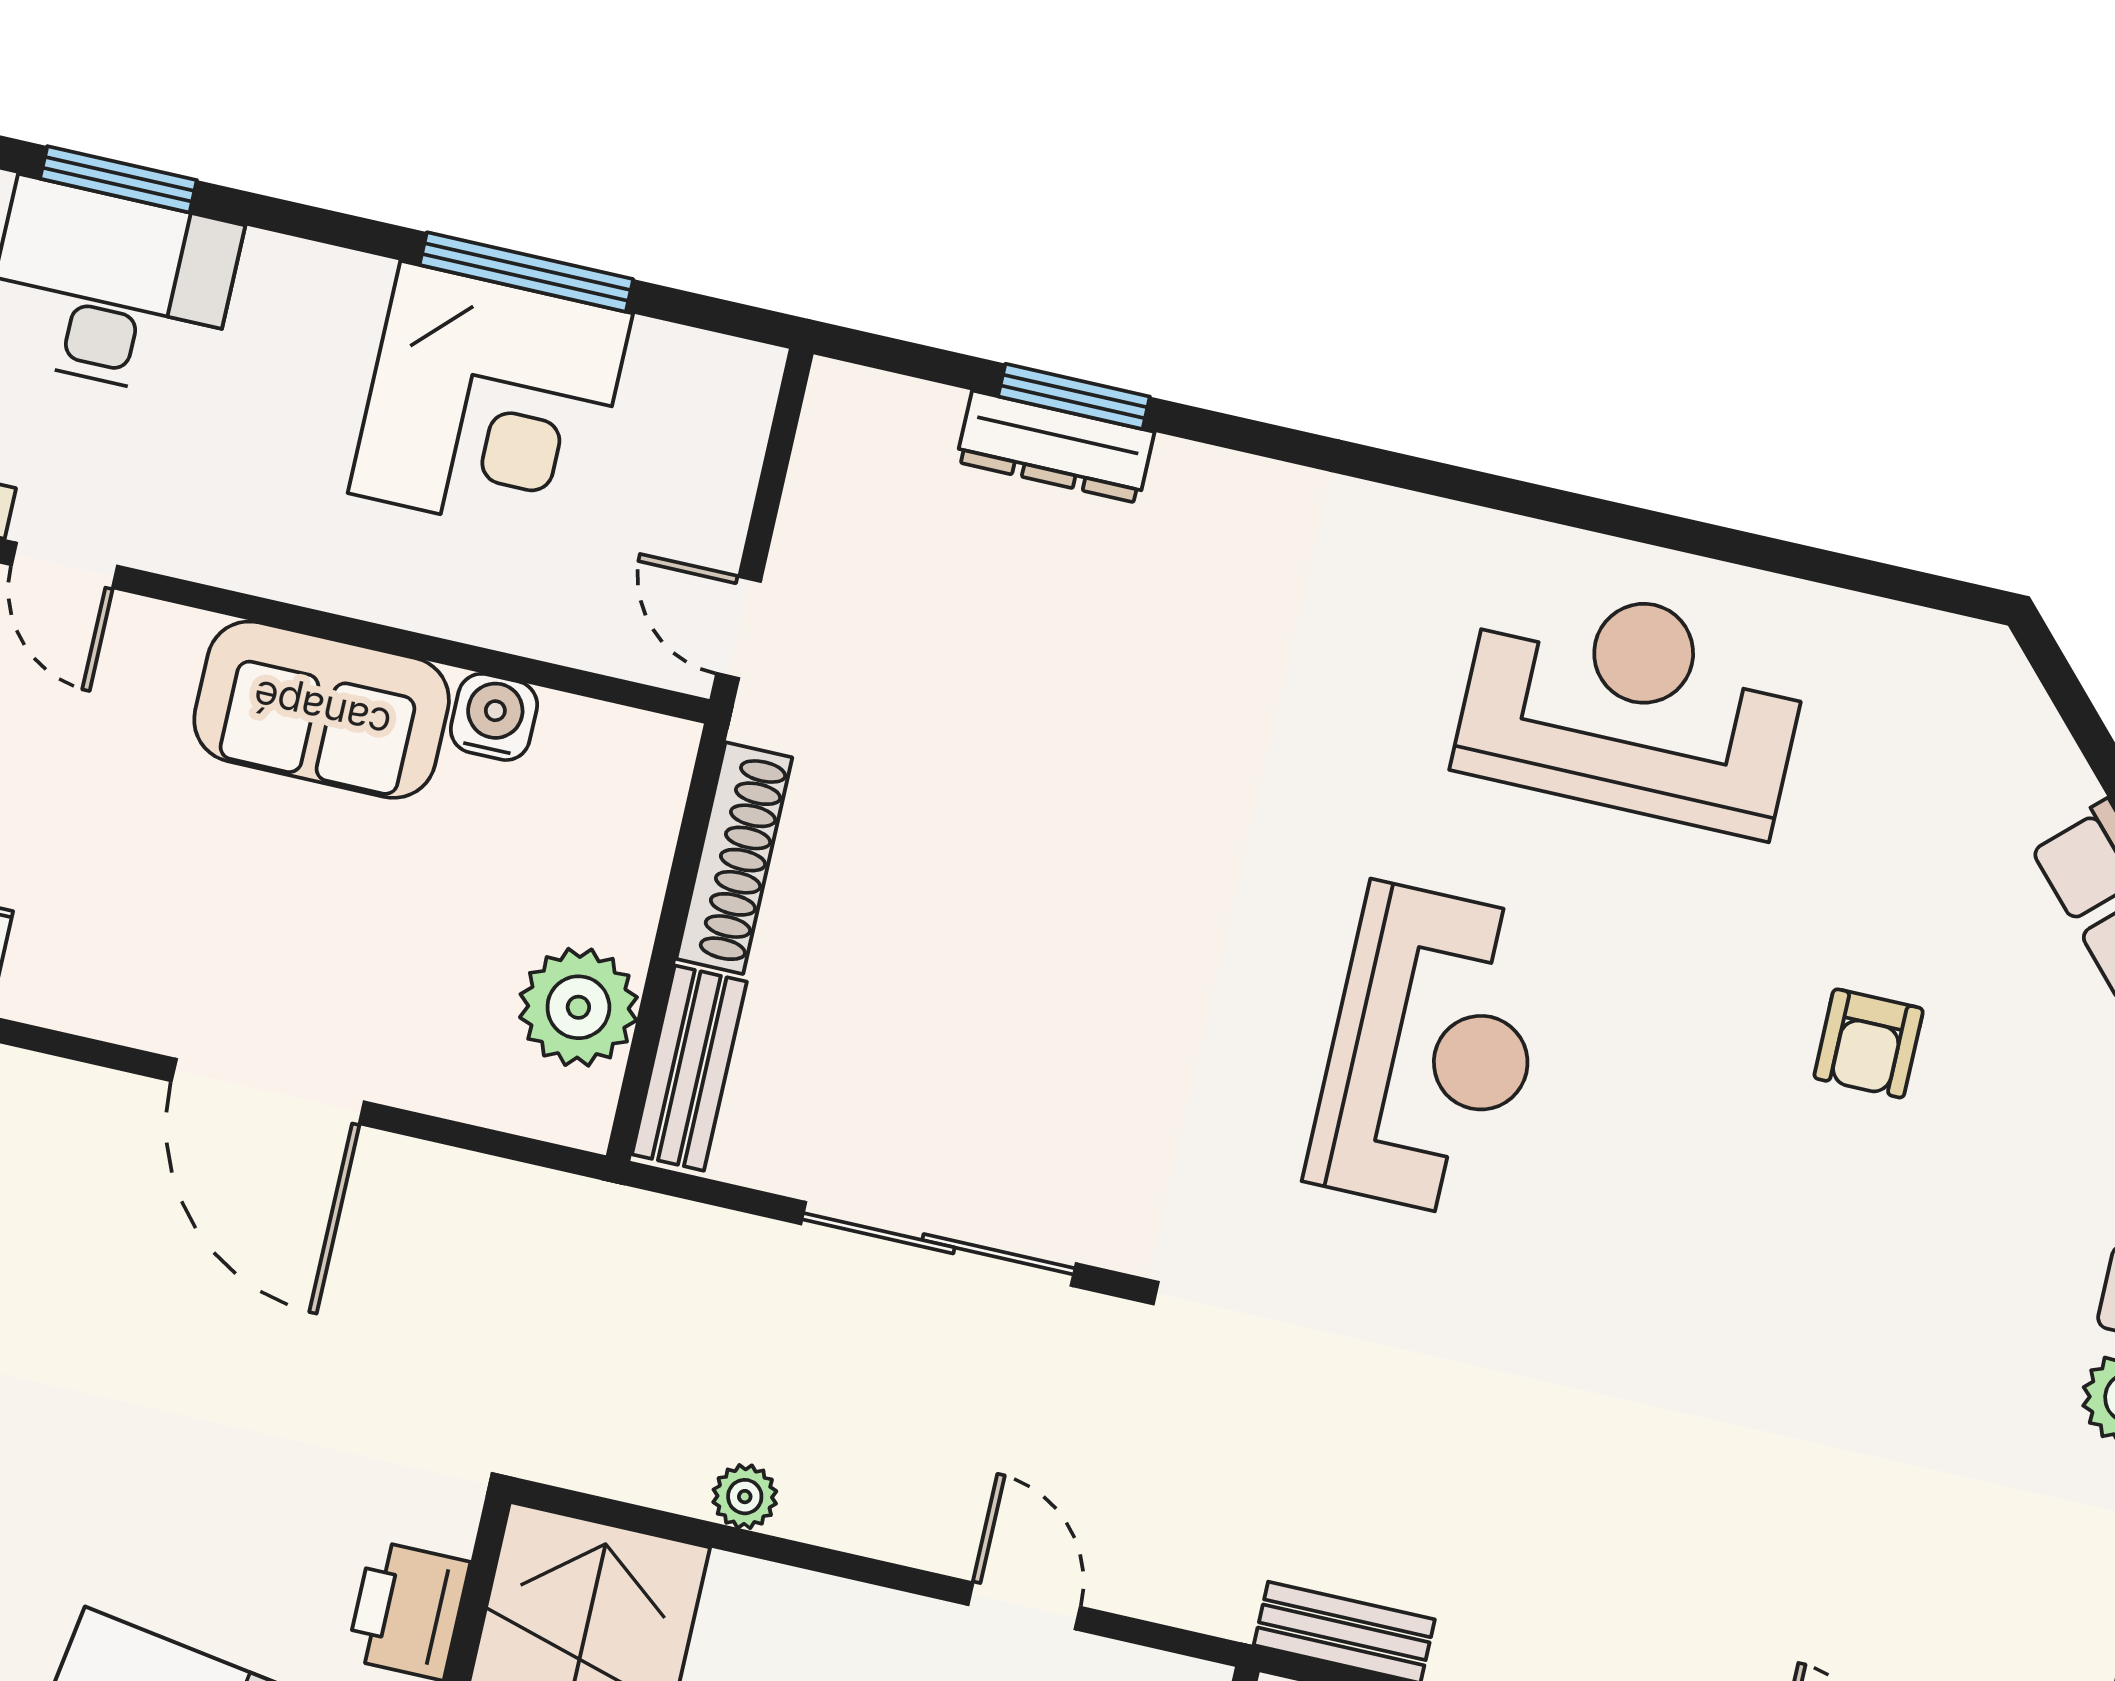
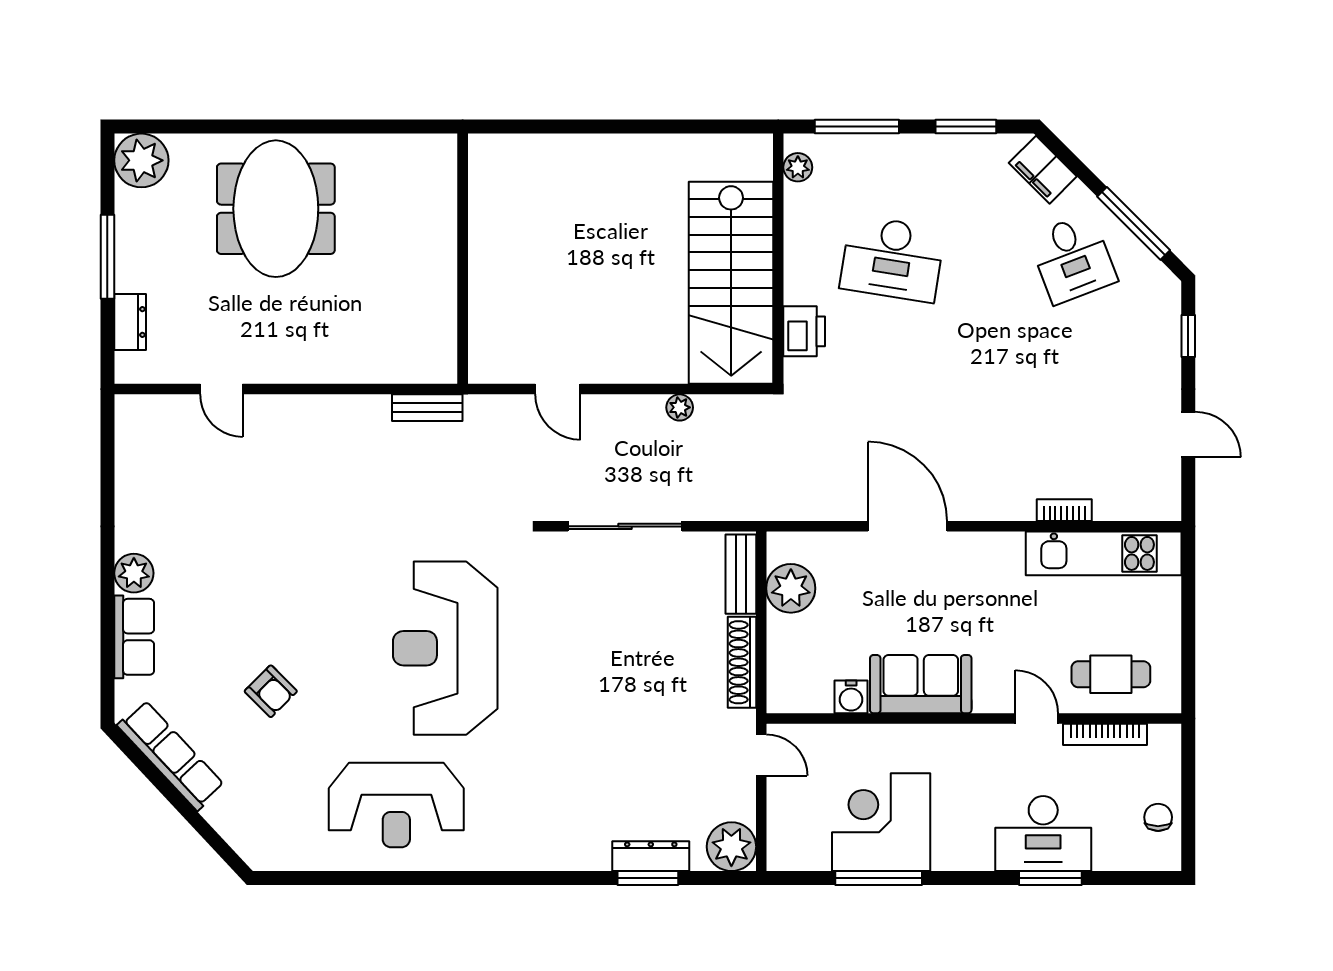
plant: (859, 426) -> (731, 847), added
armchair: (1869, 1043) -> (271, 691), turned 135
reception desk: (1431, 1051) -> (445, 648), width x1.36, depth x1.30

